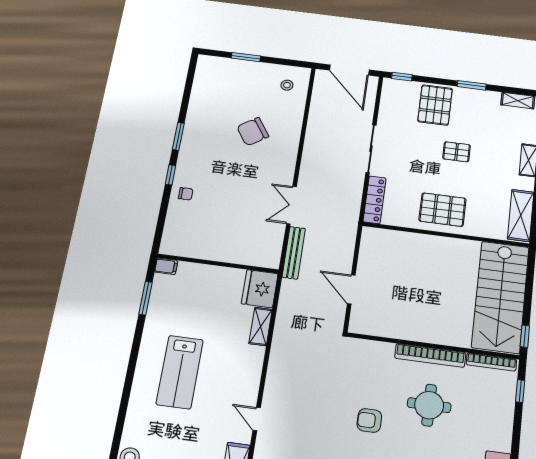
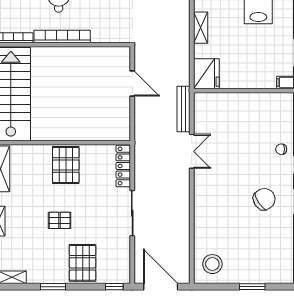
stool: (287, 85) -> (212, 264), width x1.89, depth x1.89
chair: (253, 132) -> (264, 199), moved
pallet: (443, 210) -> (66, 165), turned 90
shelving: (261, 326) -> (201, 28), moved

